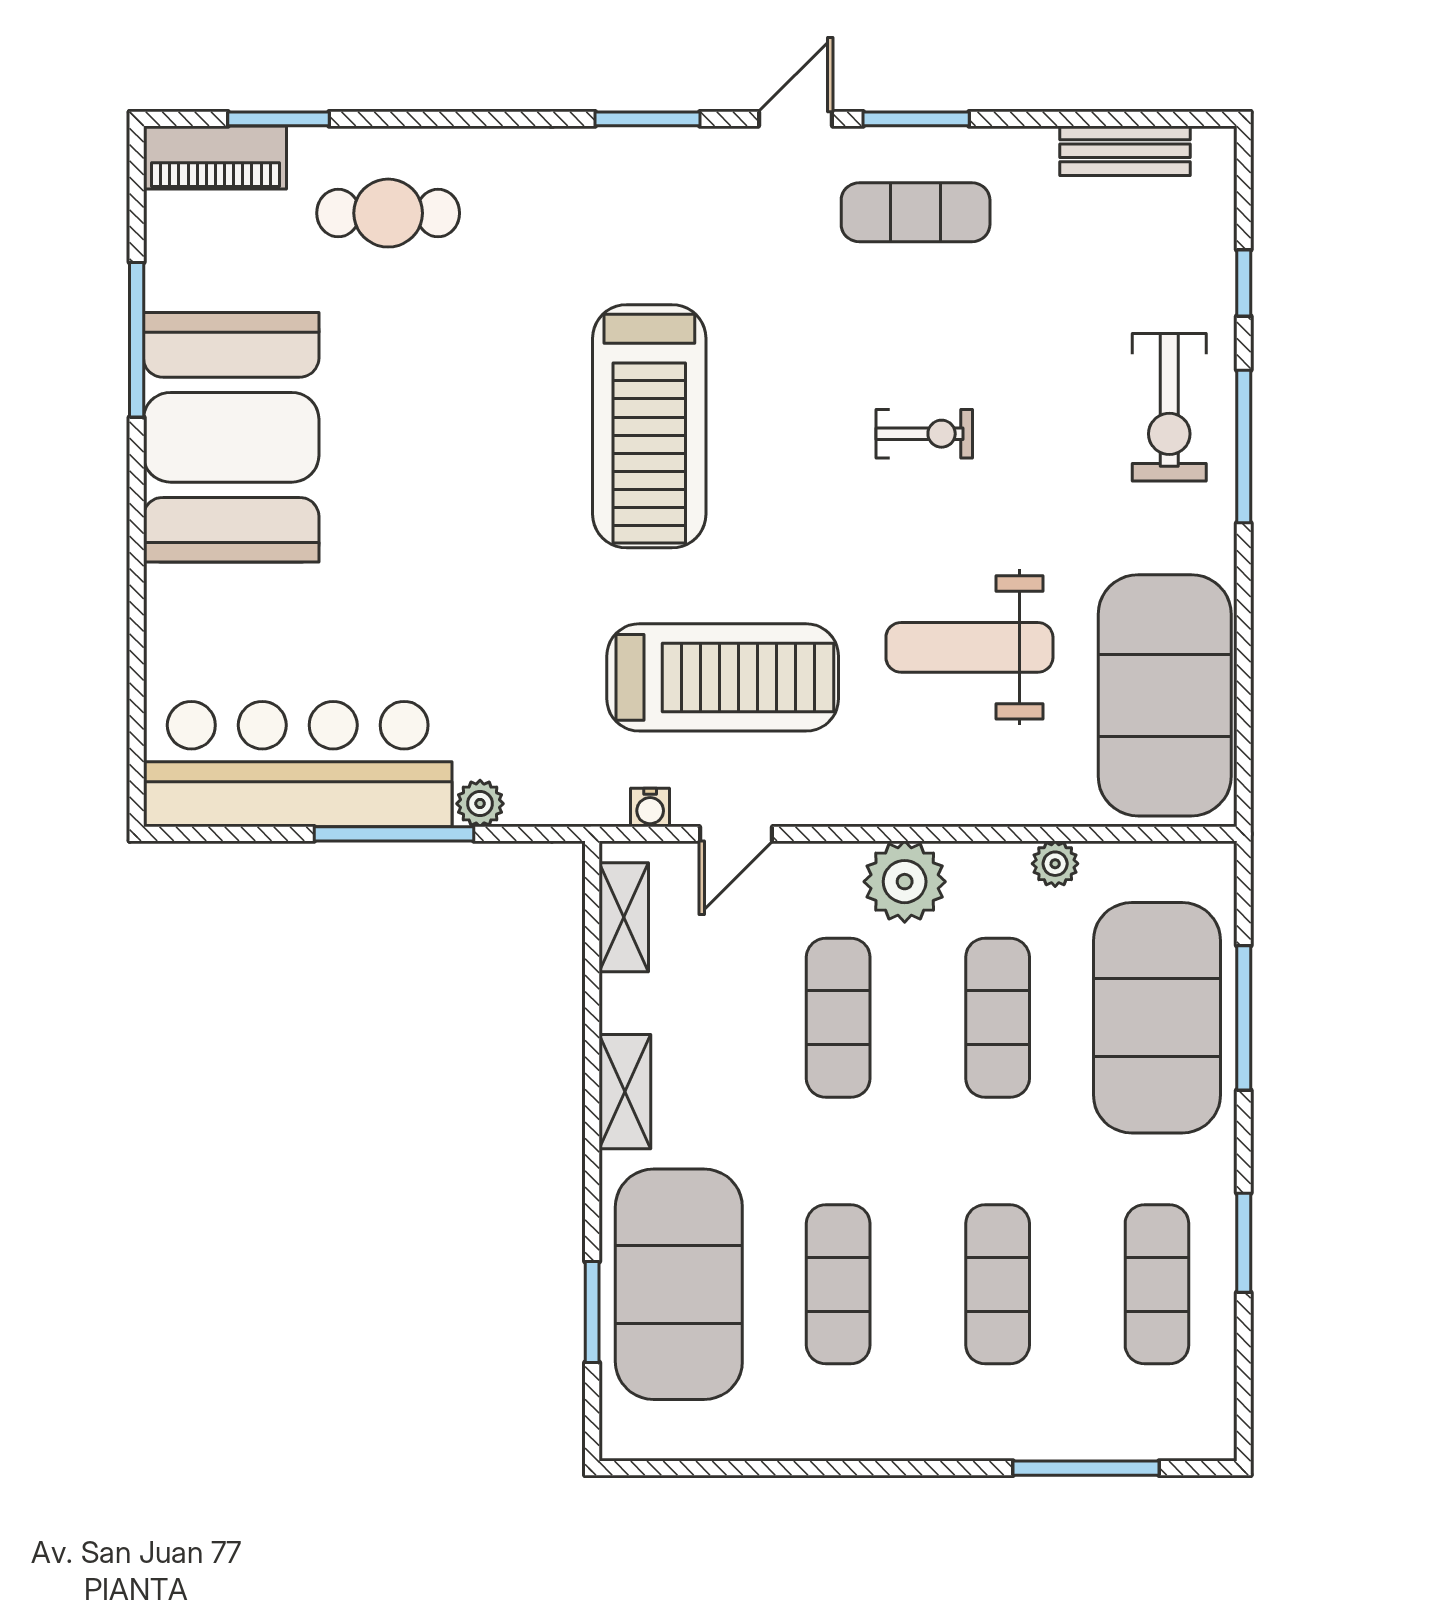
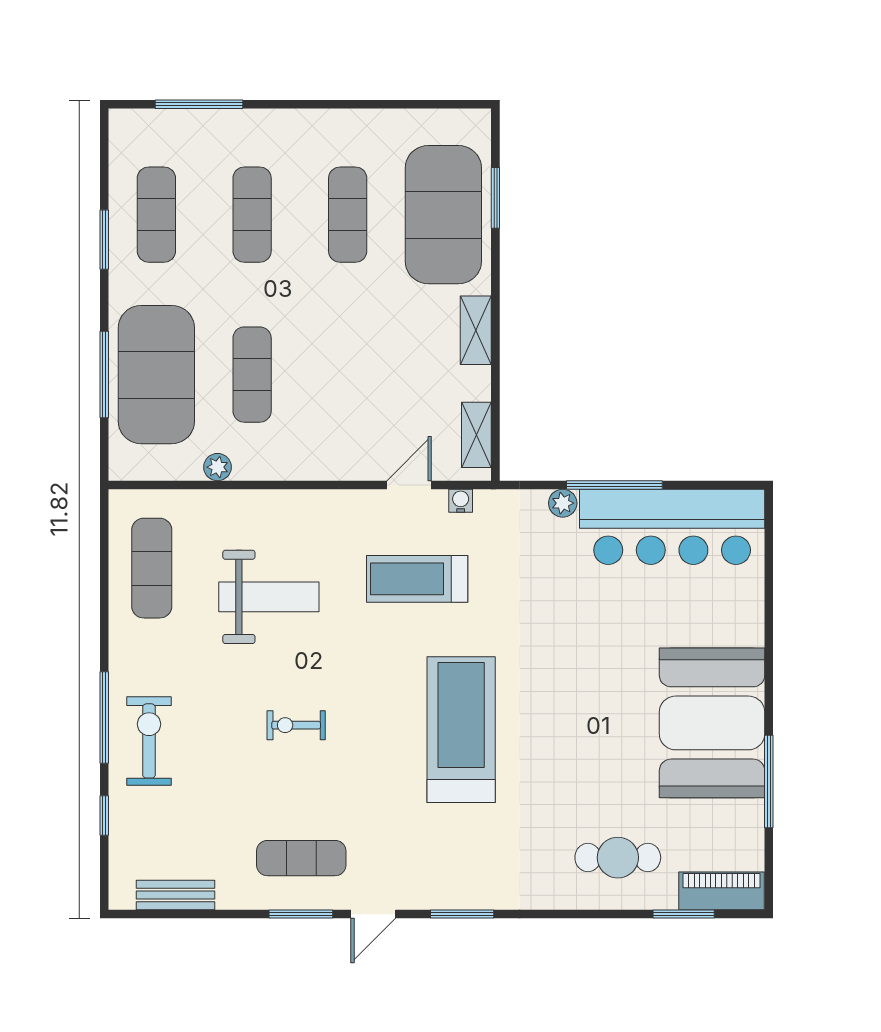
treadmill: (723, 677) -> (417, 579), width x0.73, depth x0.73
exercise mat: (1165, 695) -> (152, 568), width x0.50, depth x0.69
plant: (905, 882) -> (308, 456), removed
exercise mat: (838, 1018) -> (348, 375), removed

